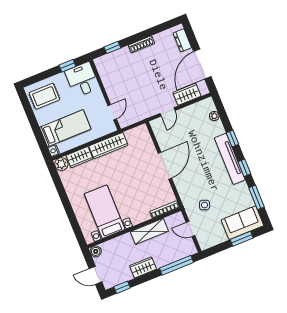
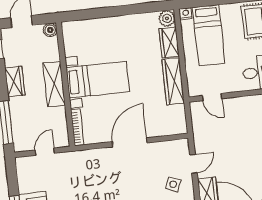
door: (168, 112) -> (194, 164), swing flipped
door: (165, 166) -> (130, 142), swing flipped
side table: (205, 205) -> (173, 184), moved
bed with nightstands: (105, 212) -> (98, 80), moved
shelving: (149, 231) -> (54, 84), moved

